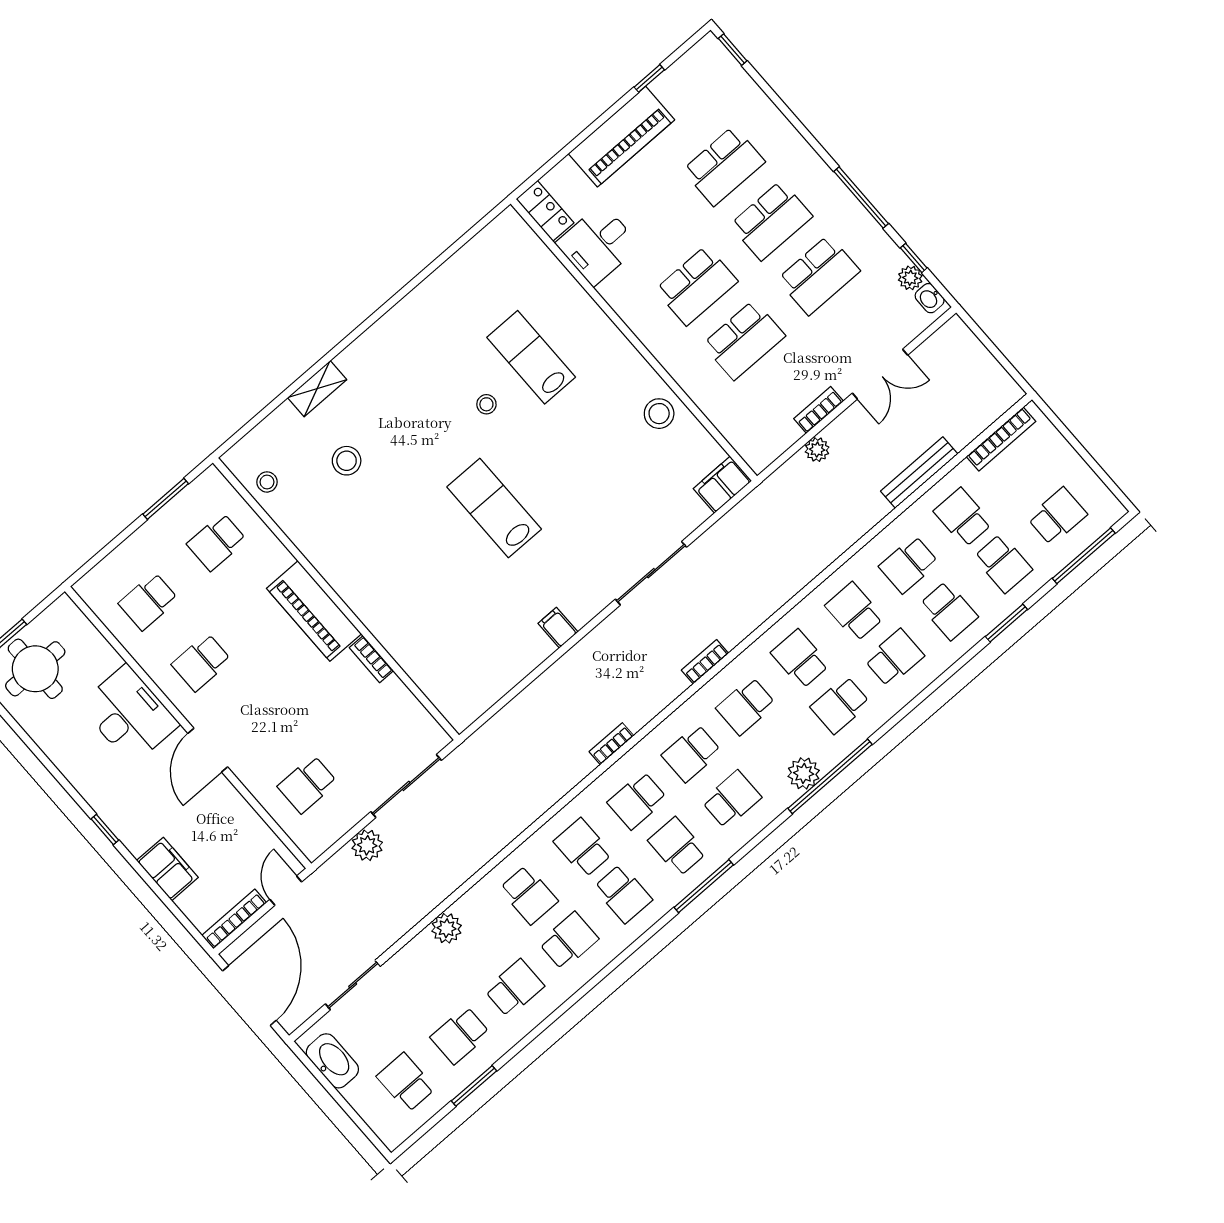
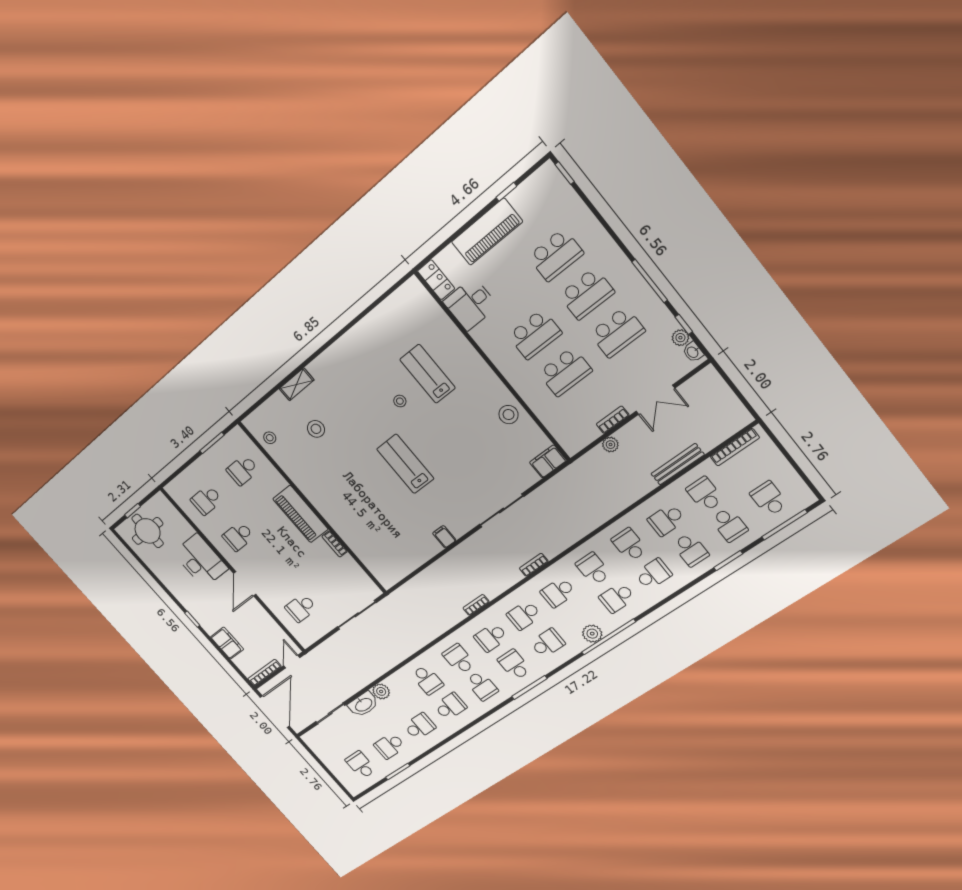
school desk: (1057, 516) -> (769, 499), turned -90
plant: (367, 845) -> (336, 644), removed
washbasin: (332, 1061) -> (363, 704), moved, turned 90

